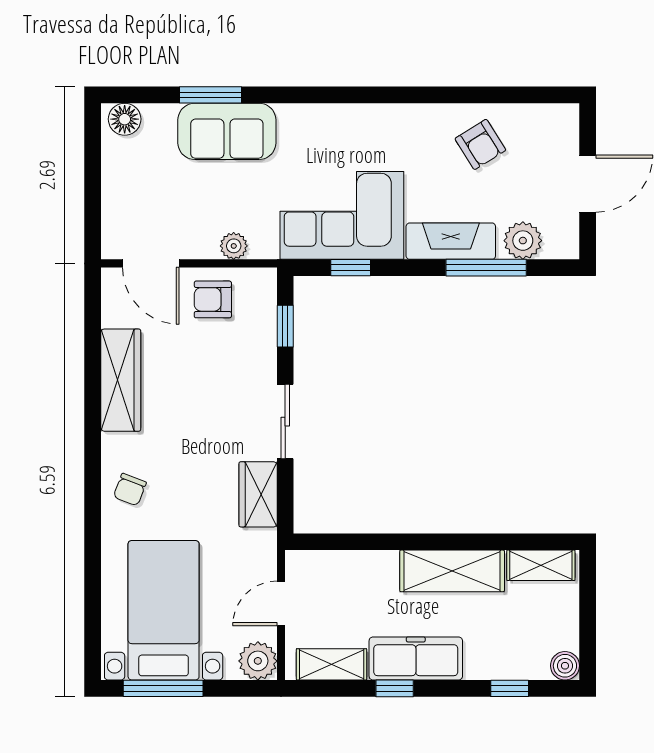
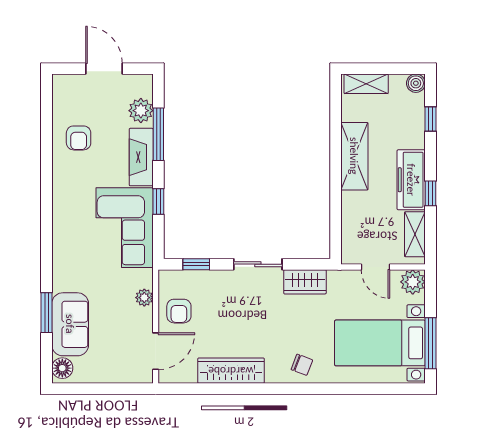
sofa: (227, 131) -> (70, 324), moved
armchair: (480, 144) -> (79, 138), turned 122
window: (351, 268) -> (158, 202), moved
shelving: (541, 565) -> (366, 84), moved, turned 90

